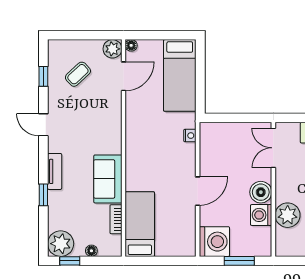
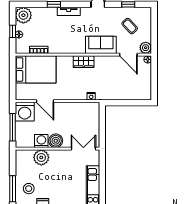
bed: (180, 75) -> (129, 90), removed
wardrobe: (135, 148) -> (84, 62), added
sofa: (108, 179) -> (101, 45), moved
door: (198, 191) -> (45, 101), moved
bed: (140, 224) -> (36, 69), width x1.50
window: (70, 261) -> (13, 31), moved
window: (239, 261) -> (13, 127), width x1.44

